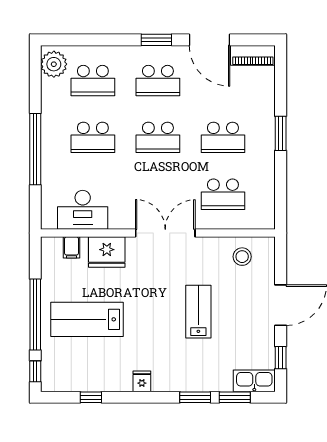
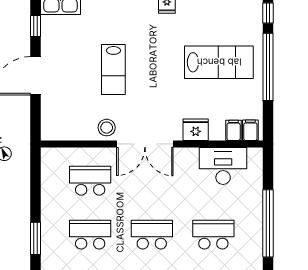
filing cabinet: (54, 248) -> (250, 130), added
fridge: (107, 252) -> (196, 130), width x0.73, depth x0.75
stool: (242, 257) -> (107, 128), moved

